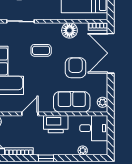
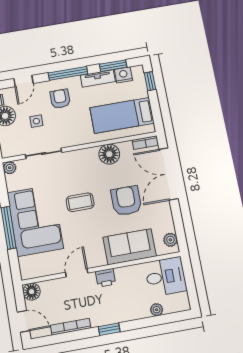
coffee table: (41, 50) -> (80, 202), moved
printer: (56, 124) -> (106, 278), width x0.53, depth x0.68

